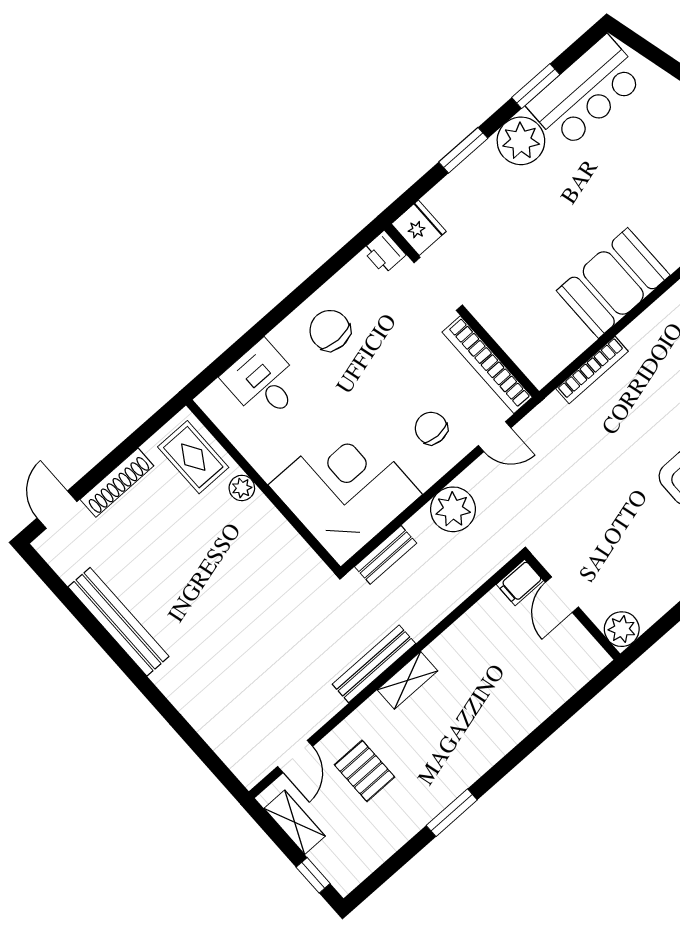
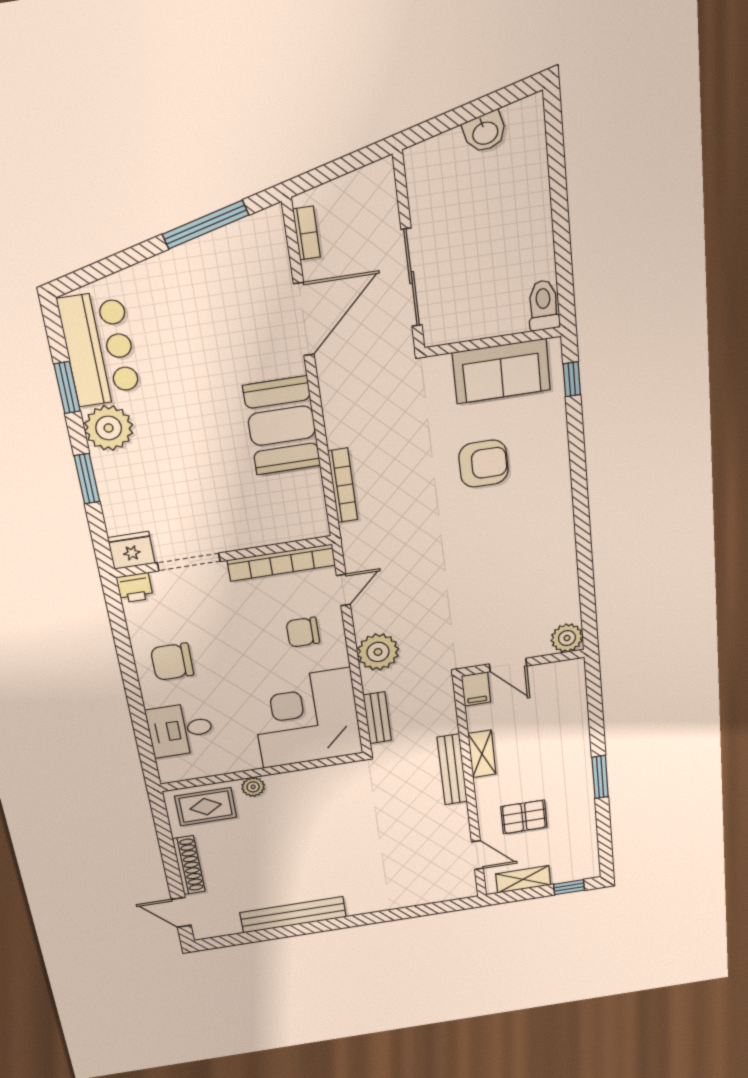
filing cabinet: (520, 583) -> (476, 689), moved
door: (562, 595) -> (508, 665), moved
wall: (572, 606) -> (523, 663), moved
plant: (622, 629) -> (567, 638), moved

